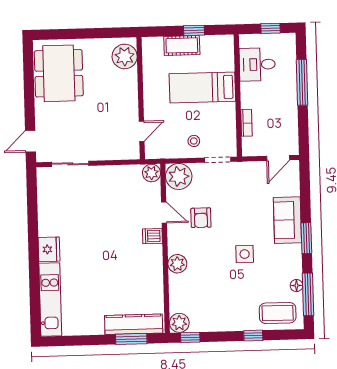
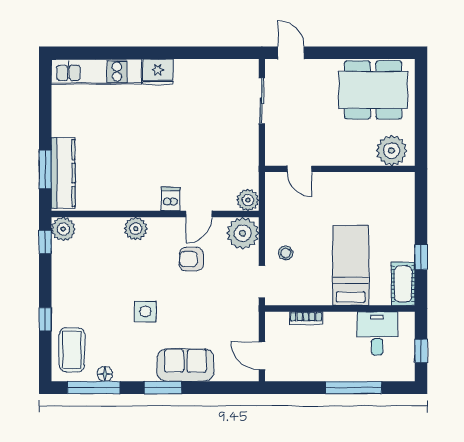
cot: (182, 45) -> (403, 284), moved
plant: (125, 56) -> (392, 151), moved
wall: (141, 98) -> (340, 169), moved
door: (142, 131) -> (299, 169), moved

